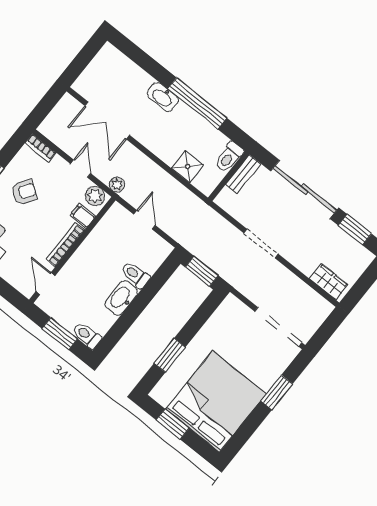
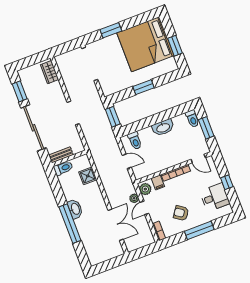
washbasin: (163, 97) -> (75, 209), moved
window: (197, 103) -> (70, 224), moved
plant: (117, 185) -> (134, 198), moved
door: (145, 220) -> (127, 161), swing flipped
toilet: (135, 275) -> (135, 141), moved
door: (45, 284) -> (198, 159), hinge flipped
window: (170, 355) -> (144, 87), moved

